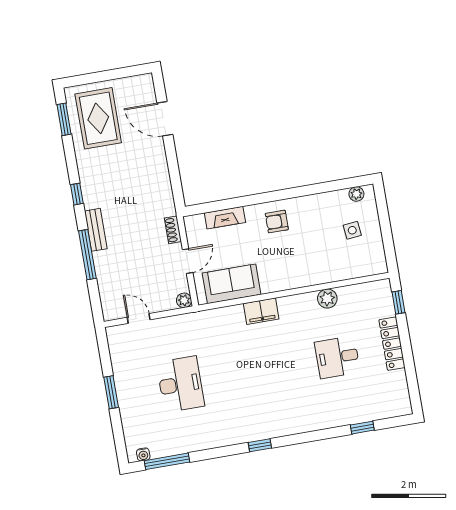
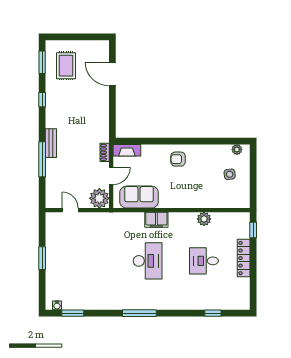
rug: (98, 118) -> (66, 66), width x0.73, depth x0.70
window: (77, 194) -> (42, 100), moved
fireplace: (225, 218) -> (127, 150), moved
plant: (184, 300) -> (99, 198), width x1.88, depth x1.88
desk: (180, 384) -> (148, 261), moved
window: (260, 445) -> (139, 313), width x2.17
window: (167, 461) -> (73, 313), width x0.69

